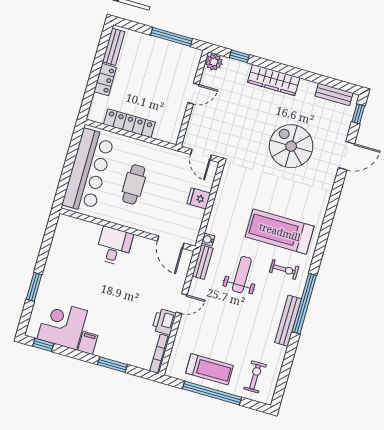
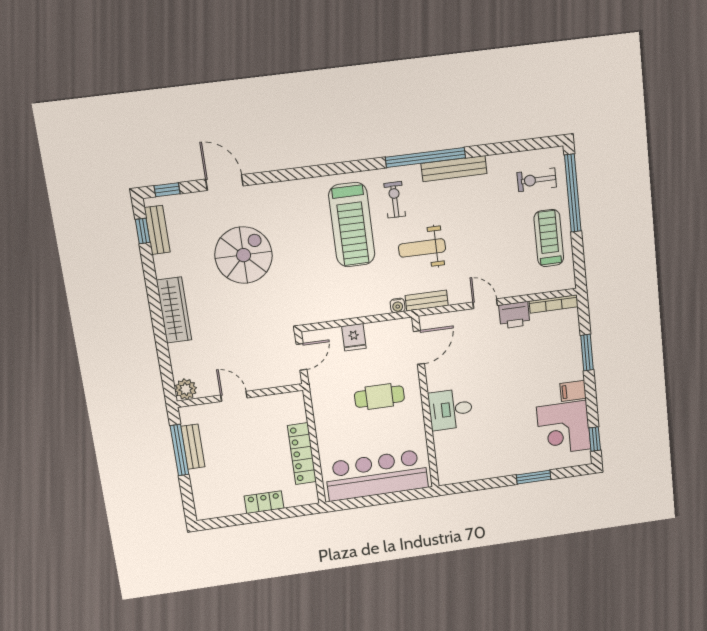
bench: (114, 47) -> (193, 447), moved, turned 90
window: (239, 56) -> (143, 231), moved
spiral stairs: (291, 146) -> (244, 255), turned 180
cafe table: (134, 184) -> (379, 397), moved
window: (212, 393) -> (573, 193), moved

